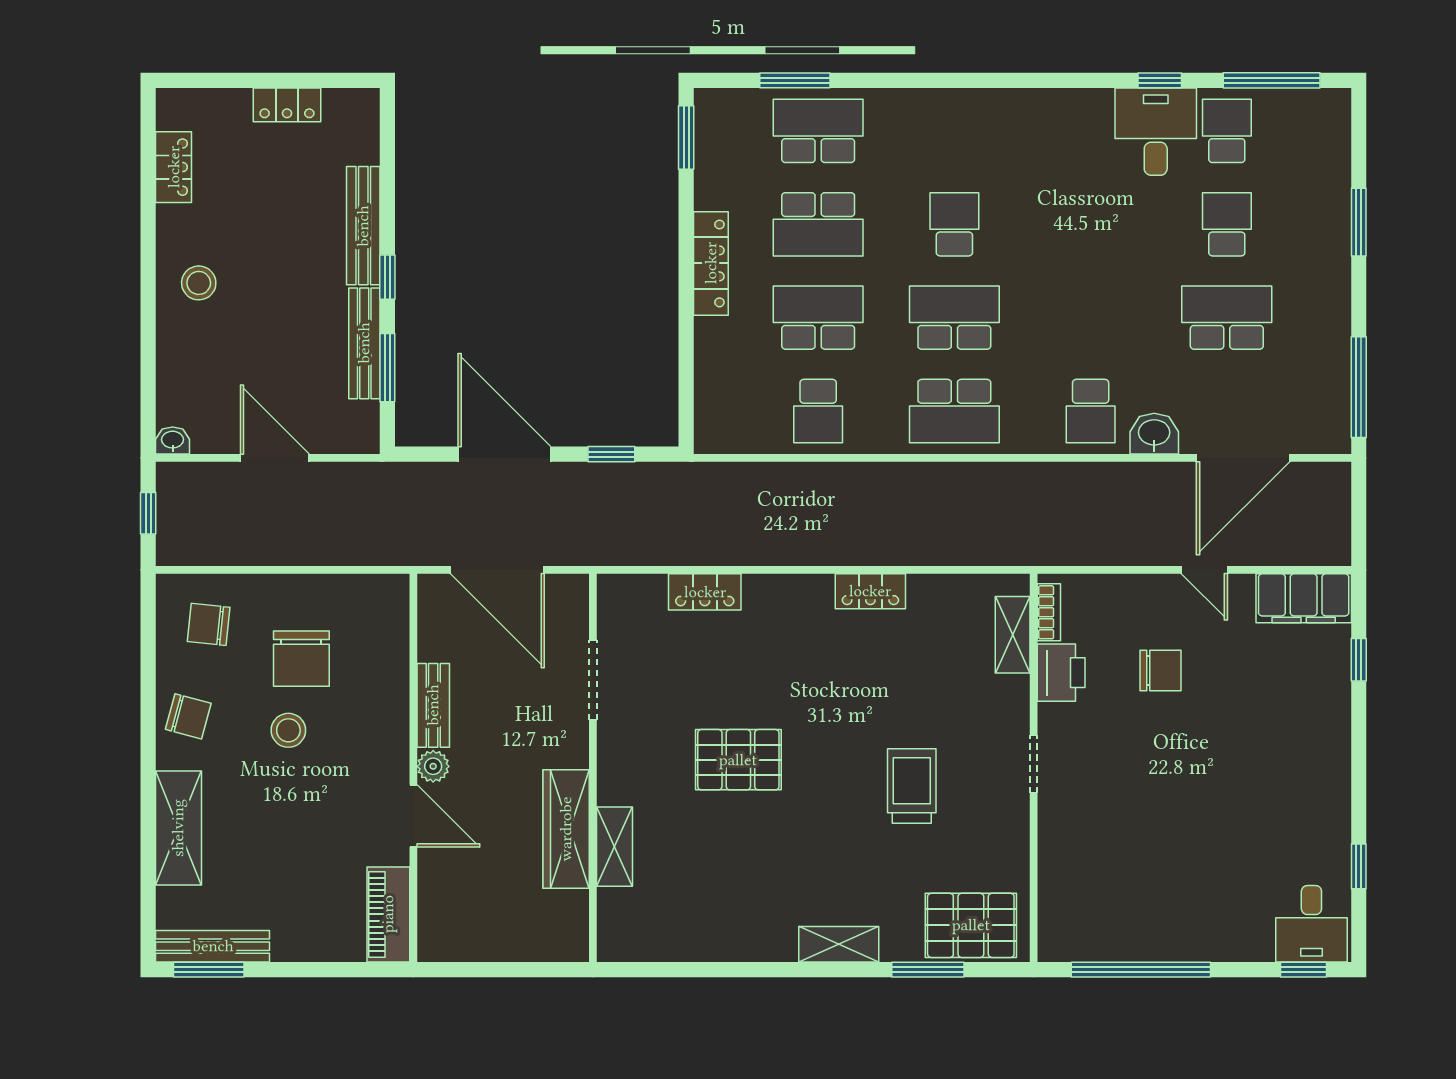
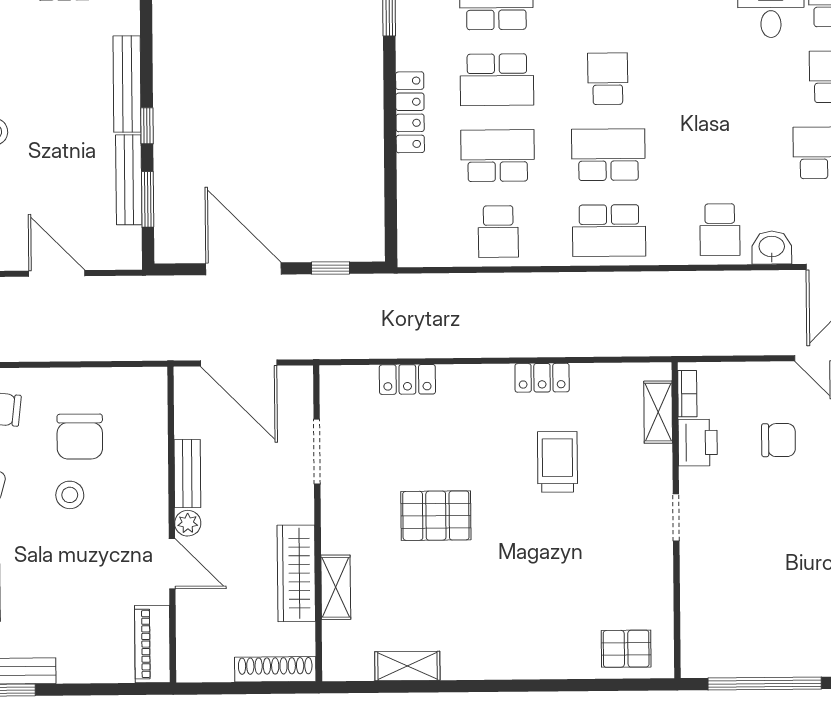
trolley: (912, 786) -> (557, 462), moved
pallet: (971, 925) -> (626, 649), width x0.67, depth x0.71
shelving: (839, 944) -> (407, 666), moved
shoe rack: (539, 947) -> (275, 669), added
window: (928, 970) -> (591, 685), removed

